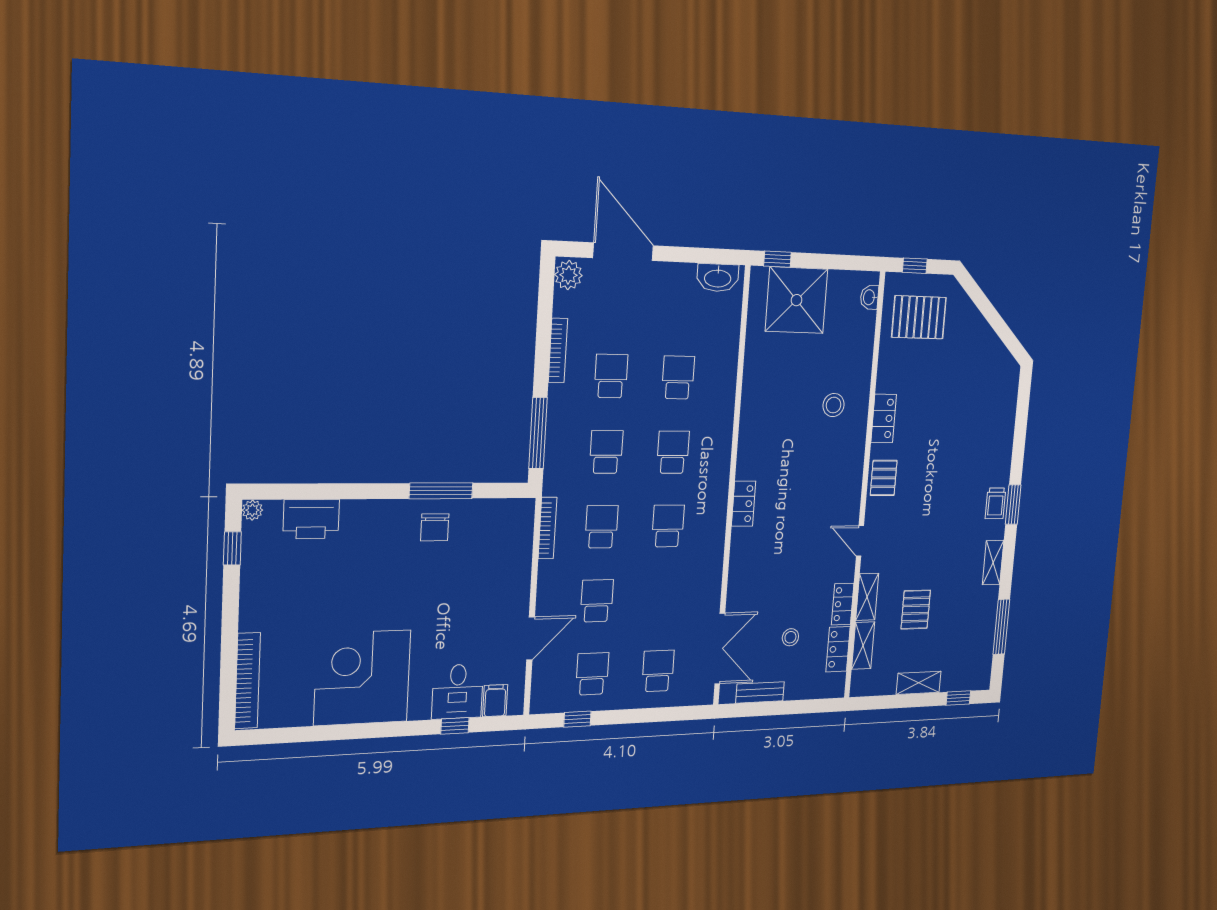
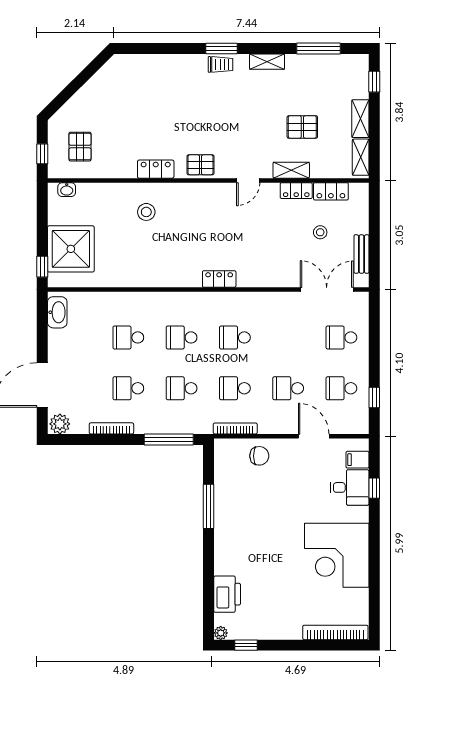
pallet: (919, 317) -> (80, 147), width x0.67, depth x0.71
chair: (435, 527) -> (259, 456), moved
shelving: (863, 646) -> (361, 157), moved, turned 90

